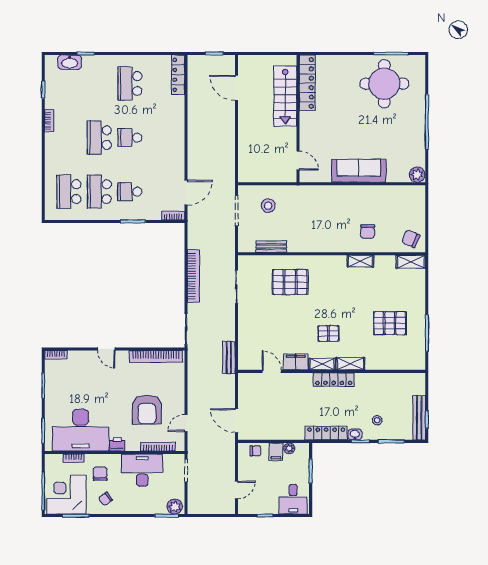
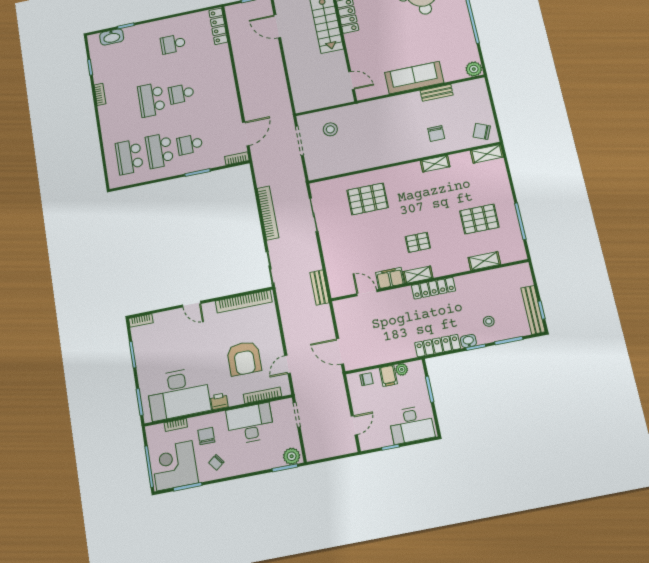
school desk: (130, 84) -> (173, 44), width x0.54
bench: (271, 247) -> (437, 93), moved
shelving: (350, 364) -> (484, 261), moved
desk: (293, 499) -> (412, 425), width x1.37

